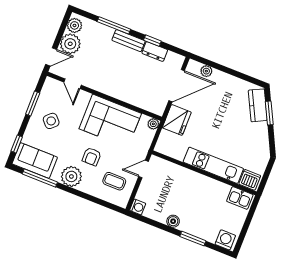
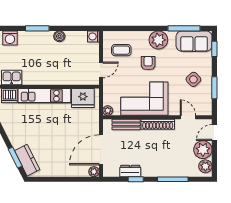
bench: (129, 41) -> (126, 124), moved
plant: (206, 71) -> (94, 172), moved
shoe rack: (107, 89) -> (158, 124), added
fridge: (177, 120) -> (83, 98), moved, turned -90

